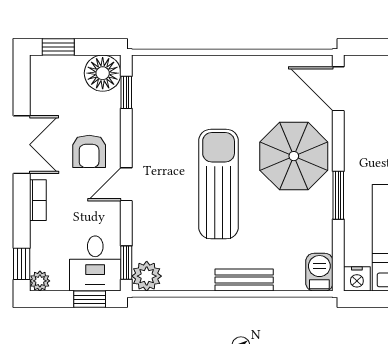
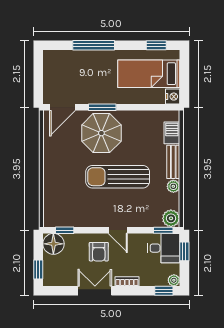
armchair: (89, 151) -> (99, 252), turned 90
window: (338, 195) -> (102, 107), moved
barbecue: (319, 272) -> (172, 133), moved, turned 90
plant: (202, 280) -> (173, 186), added

